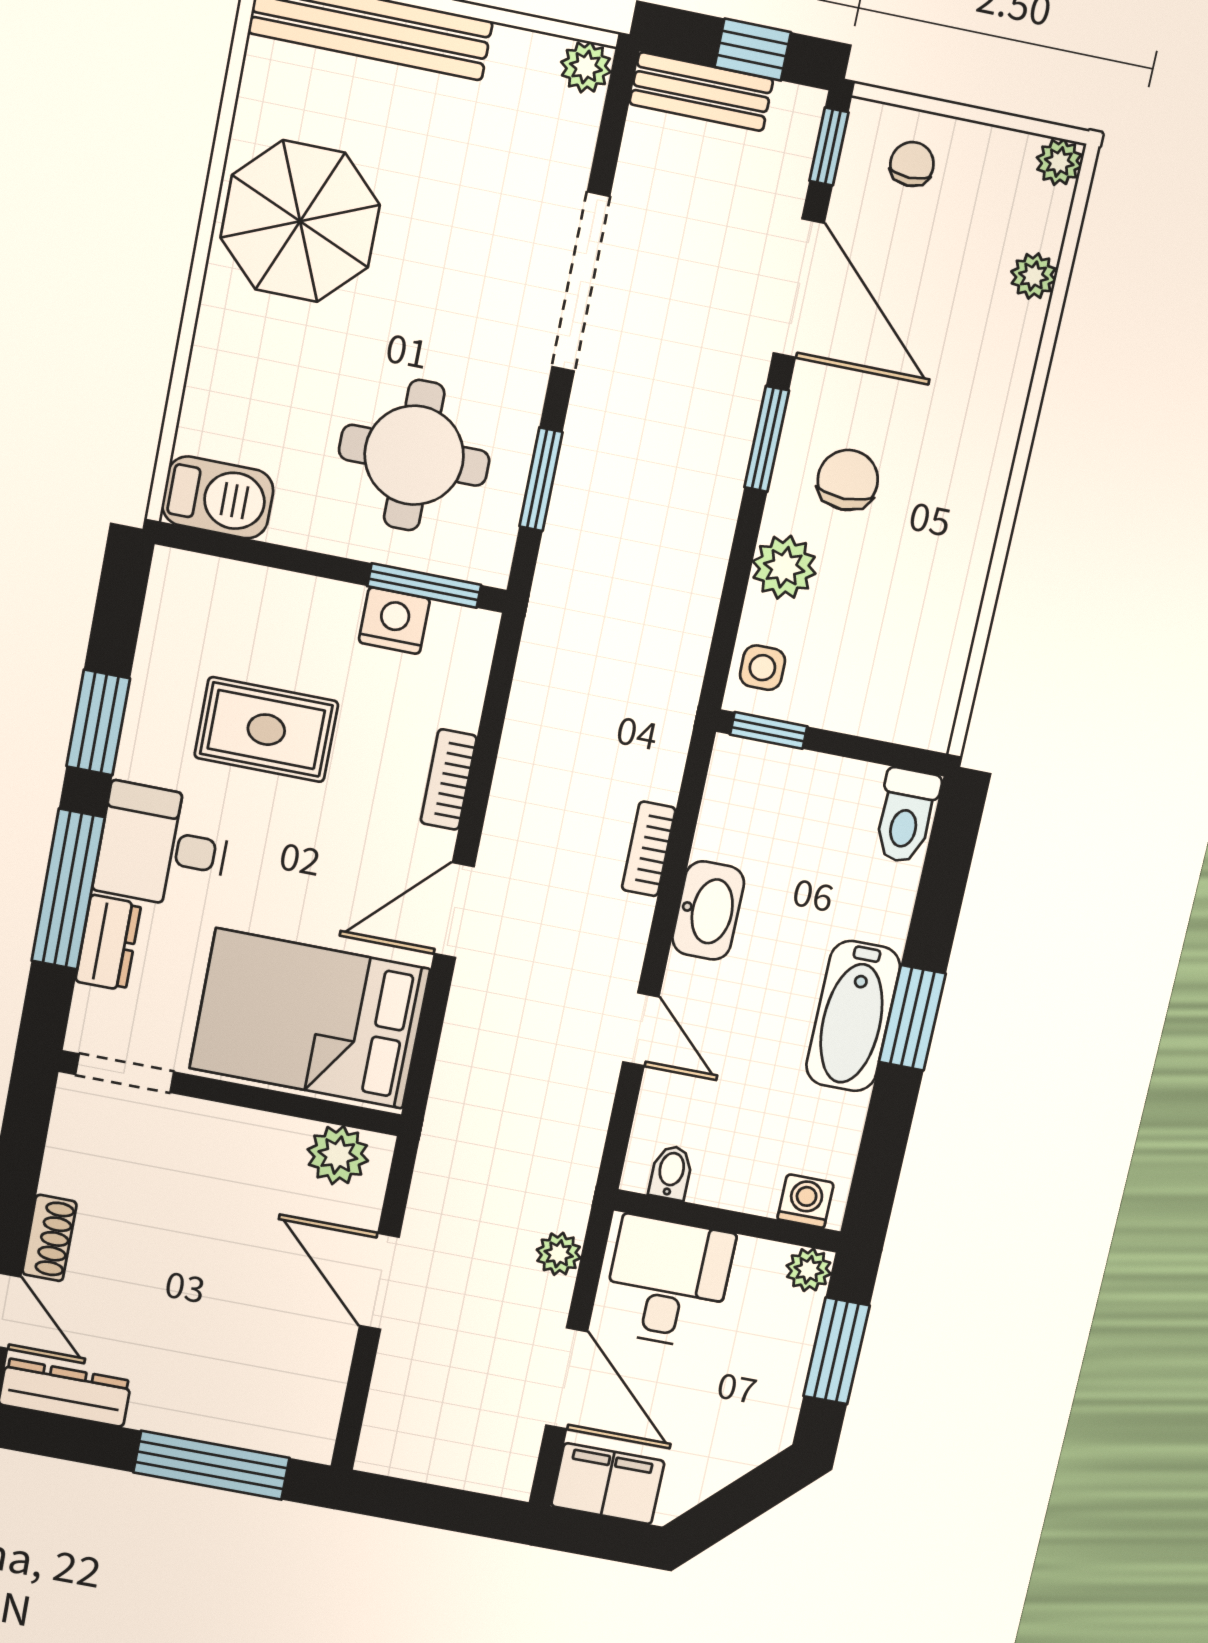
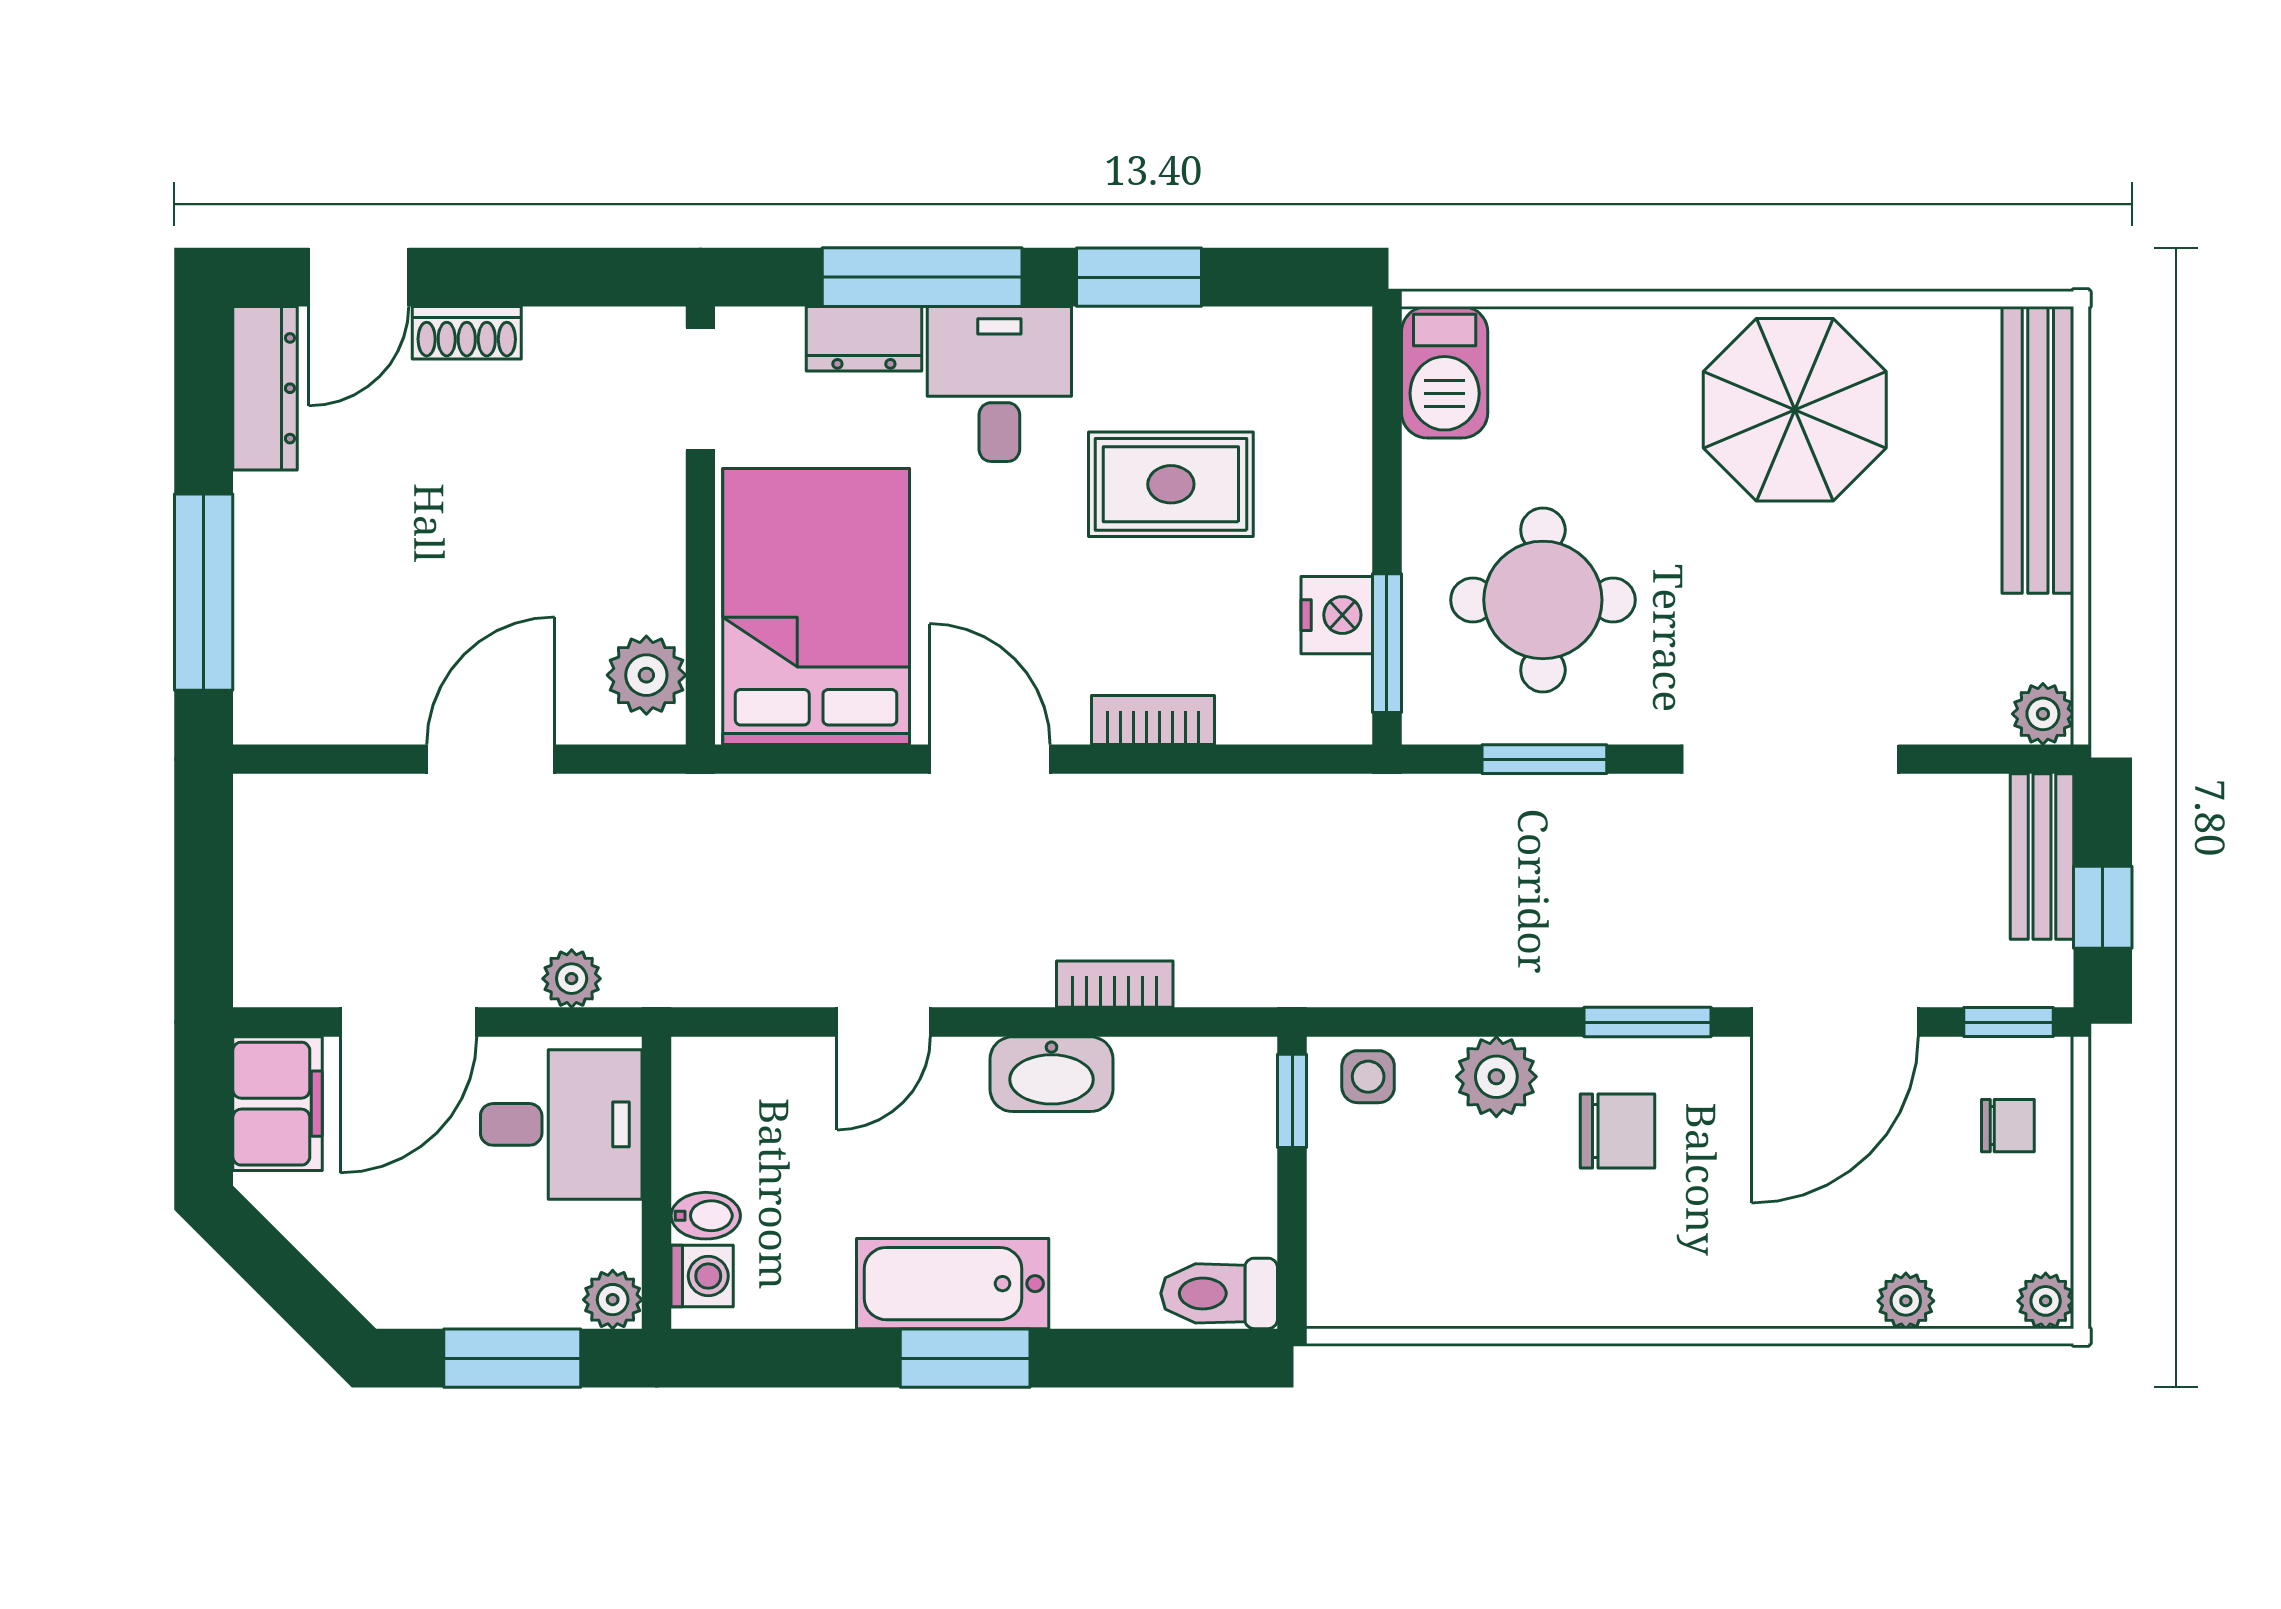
rug: (266, 730) -> (1171, 484), turned 90
bidet: (671, 1173) -> (706, 1216), moved

